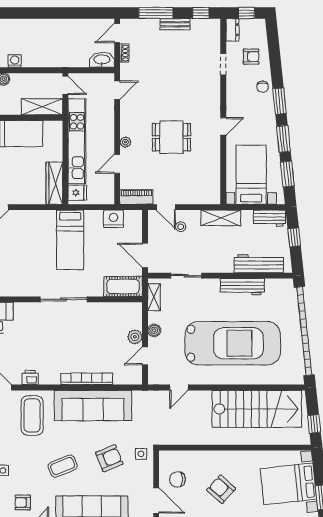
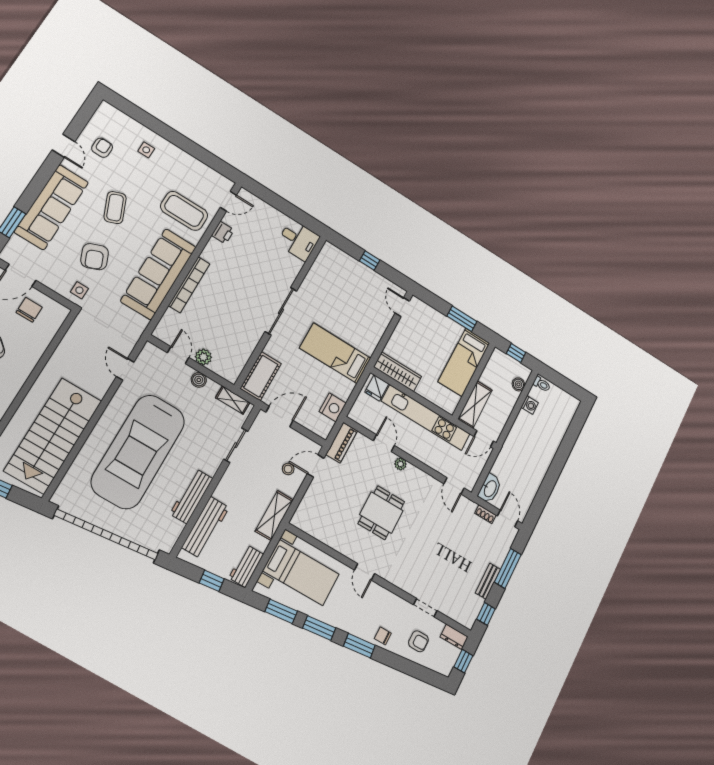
armchair: (251, 57) -> (418, 641), turned -90

